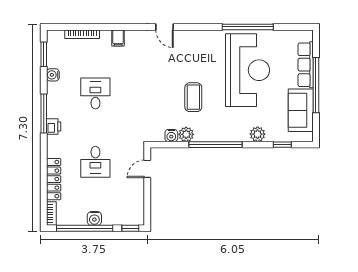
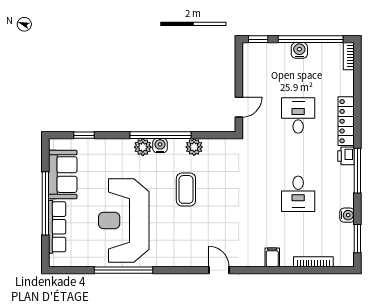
plant: (258, 134) -> (143, 147), moved
water cooler: (171, 136) -> (160, 146), moved
locker: (54, 179) -> (346, 121), moved

